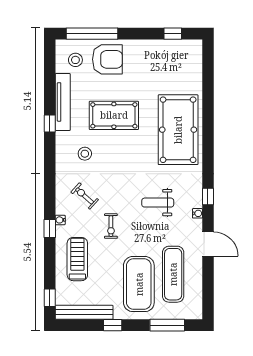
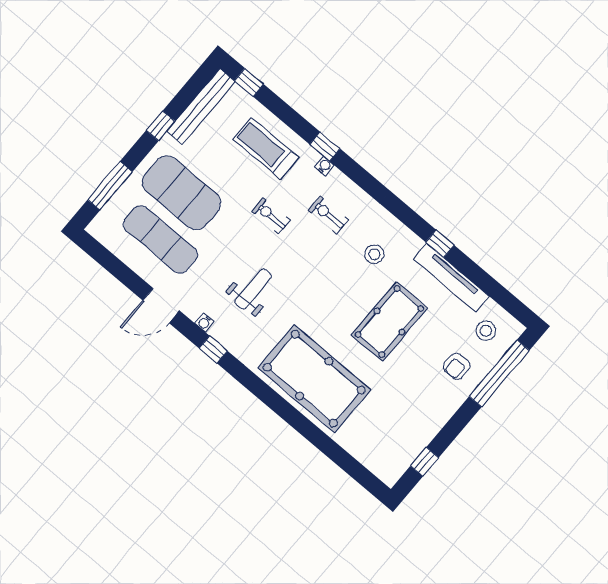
armchair: (107, 59) -> (457, 366), width x0.53, depth x0.53
exercise bike: (85, 196) -> (328, 215), turned -132
treadmill: (77, 259) -> (266, 148), turned 180

